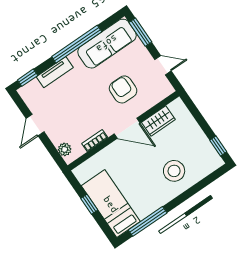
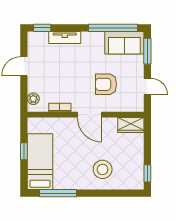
window: (77, 44) -> (113, 28), moved
sofa: (107, 44) -> (124, 43), width x0.73
armchair: (123, 89) -> (106, 84), turned -90
wardrobe: (158, 121) -> (131, 125), moved

